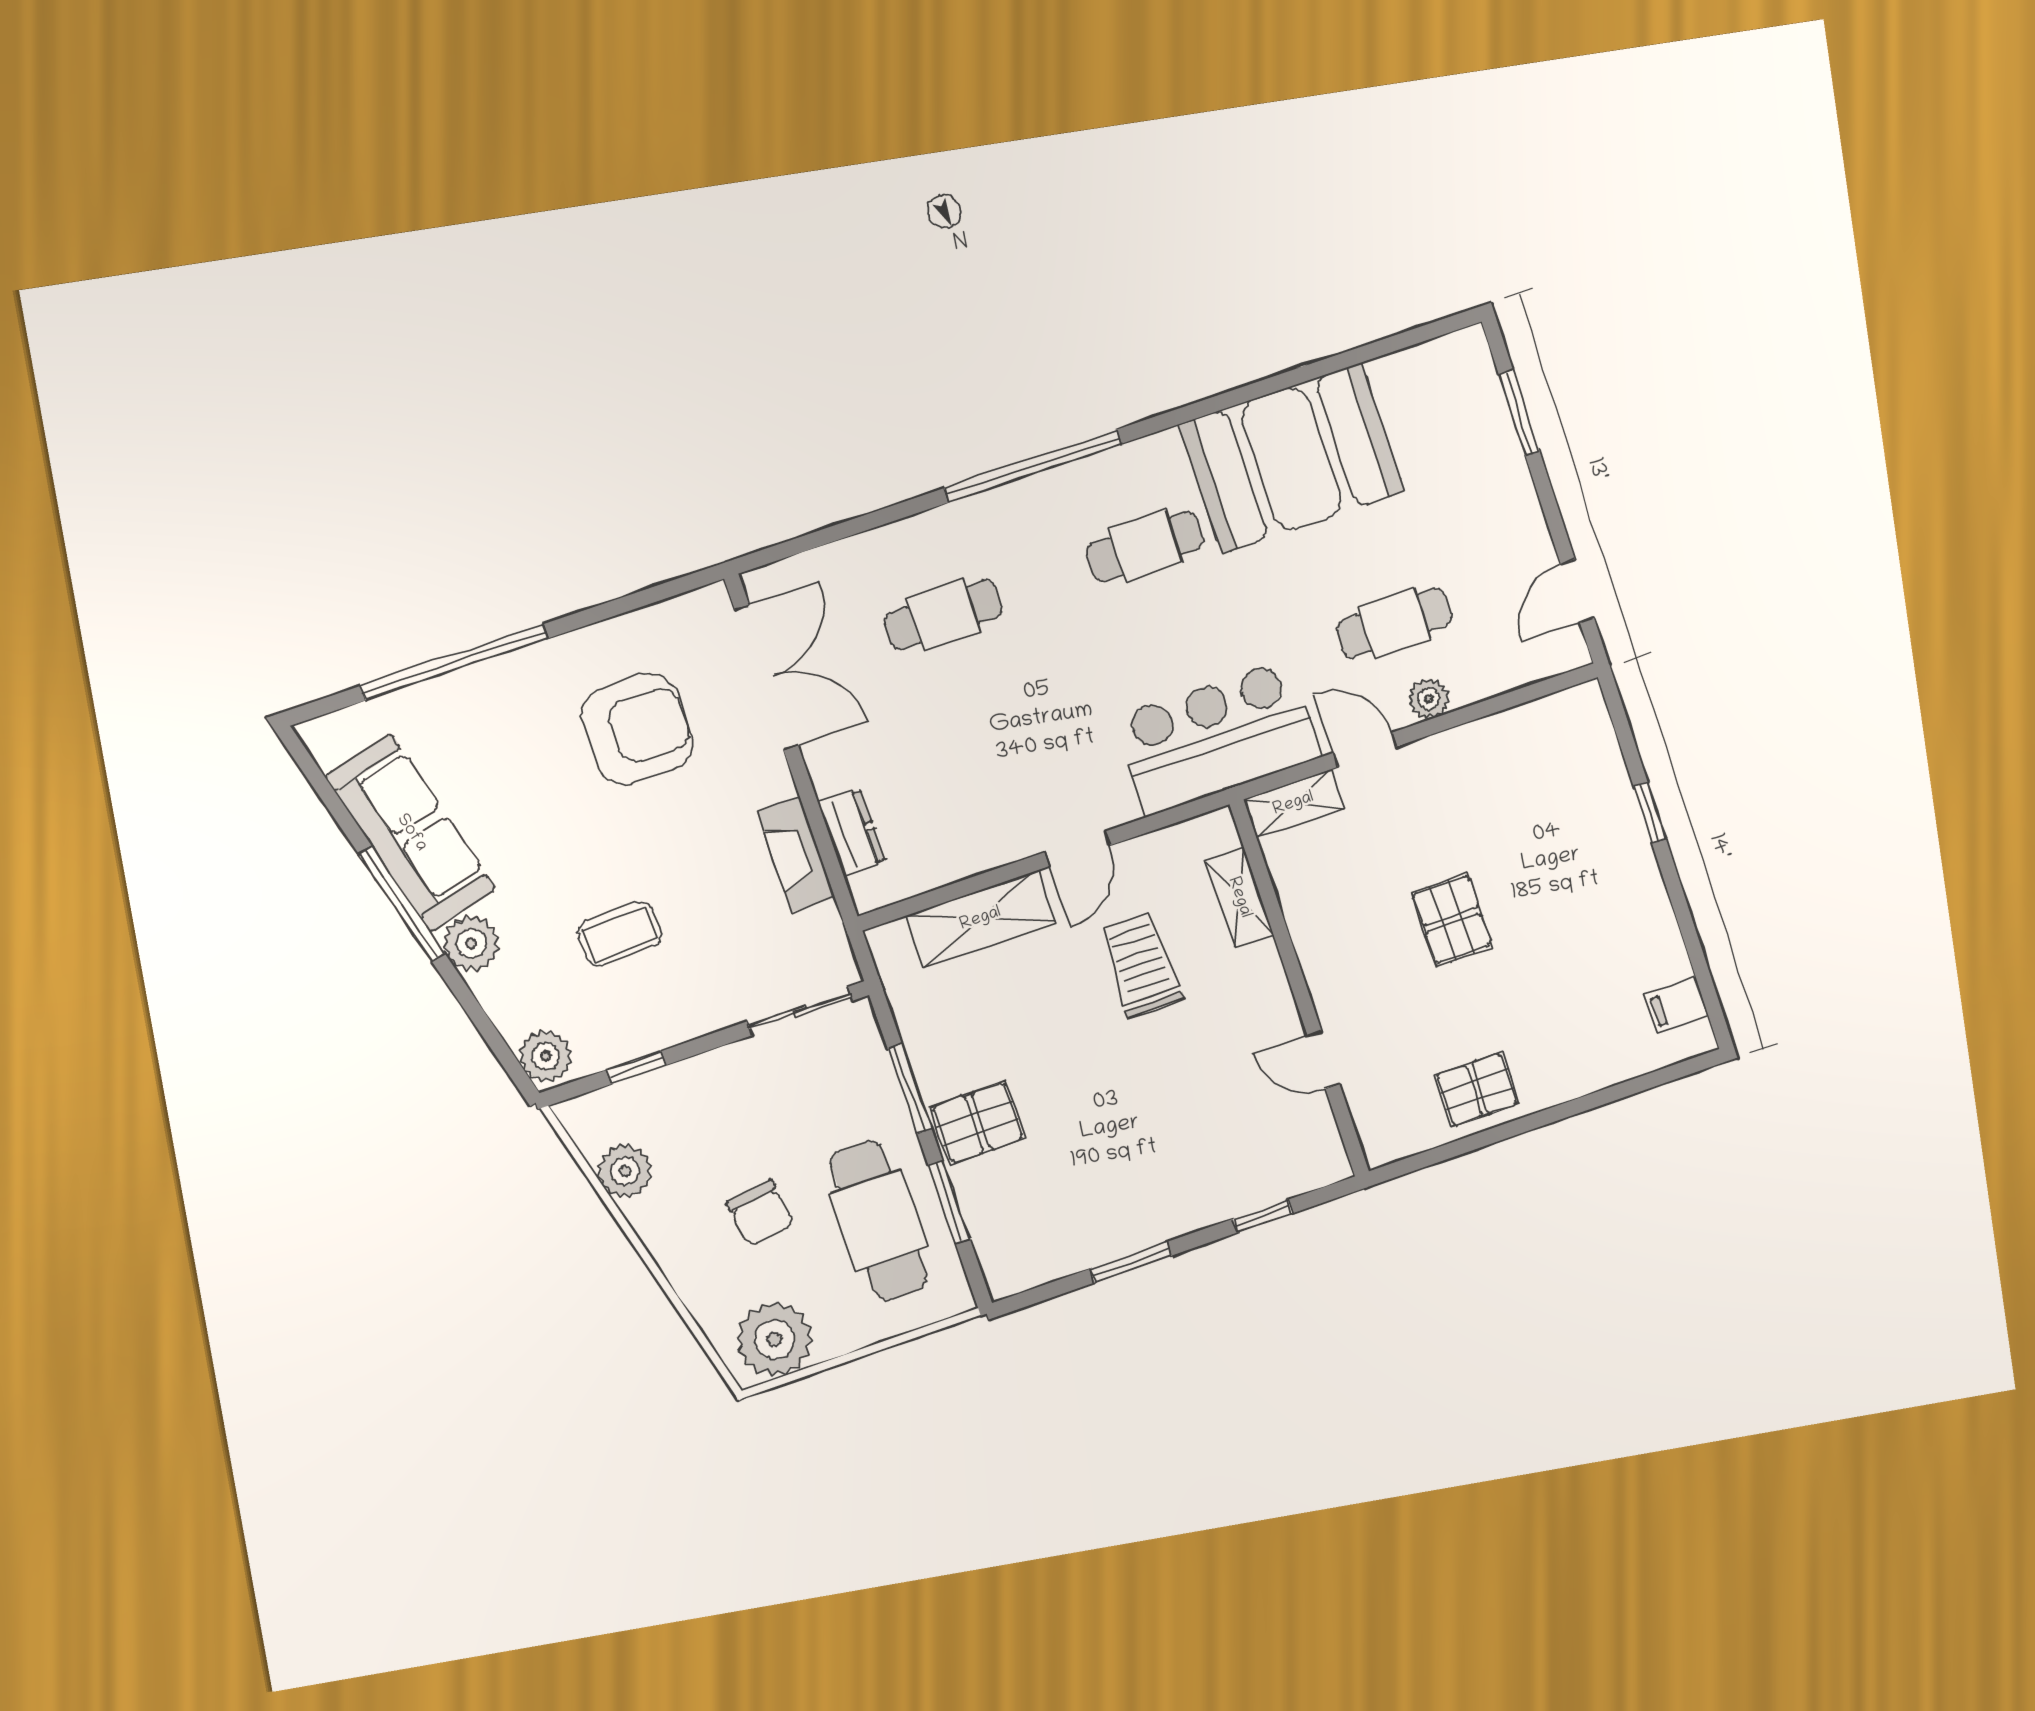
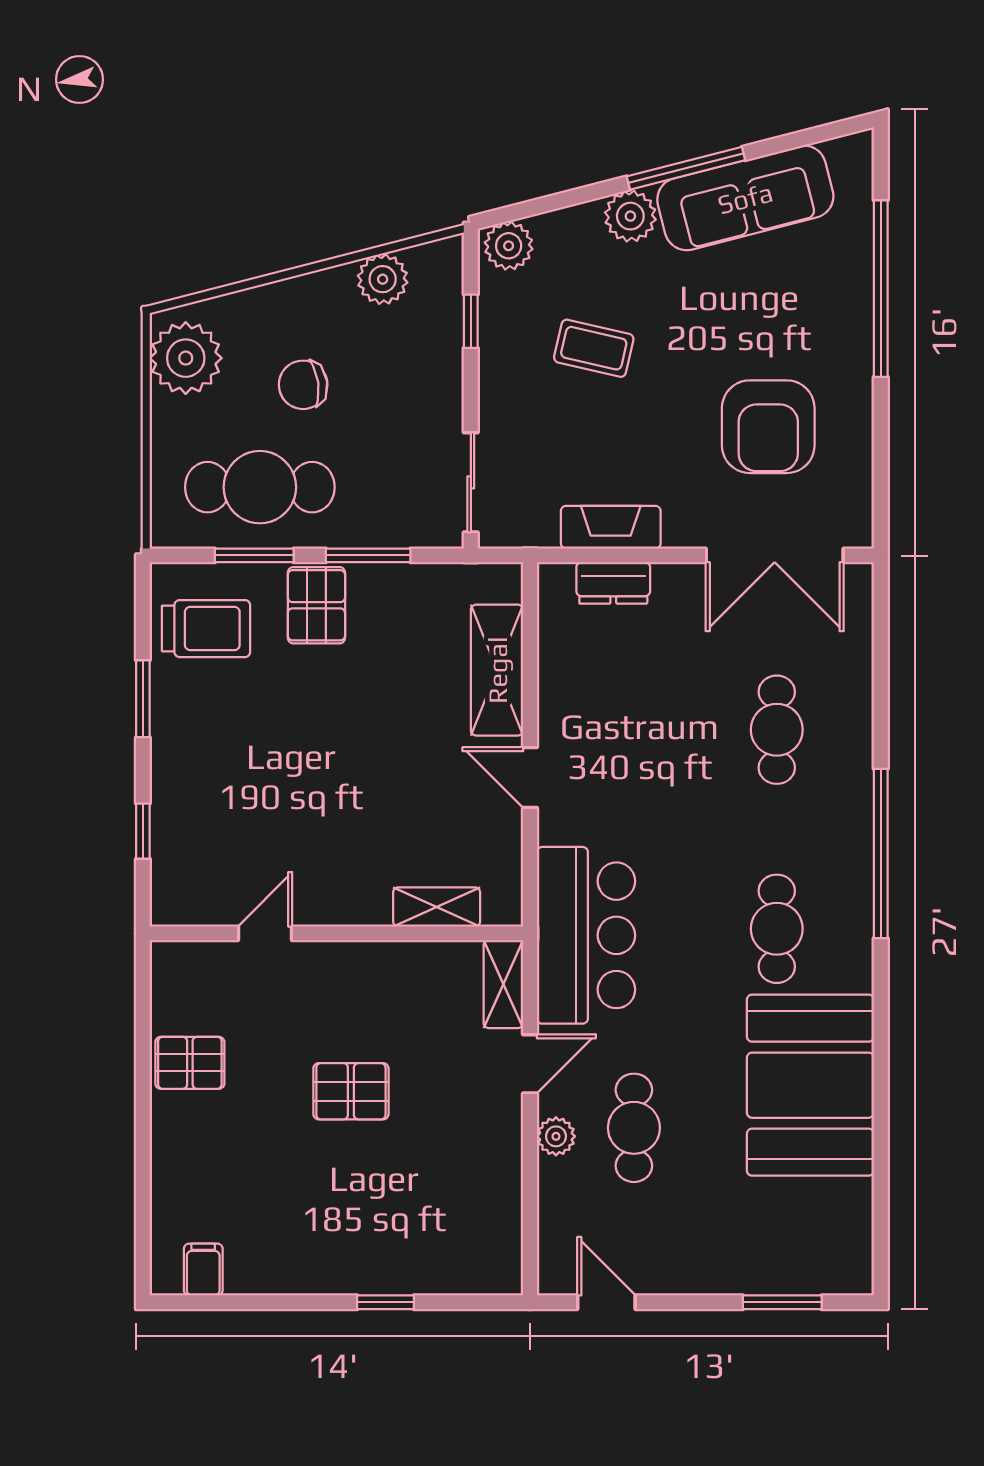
coffee table: (620, 934) -> (594, 348), turned -76
trolley: (1141, 964) -> (206, 629), moved
pallet: (1477, 1089) -> (190, 1063), turned 90

